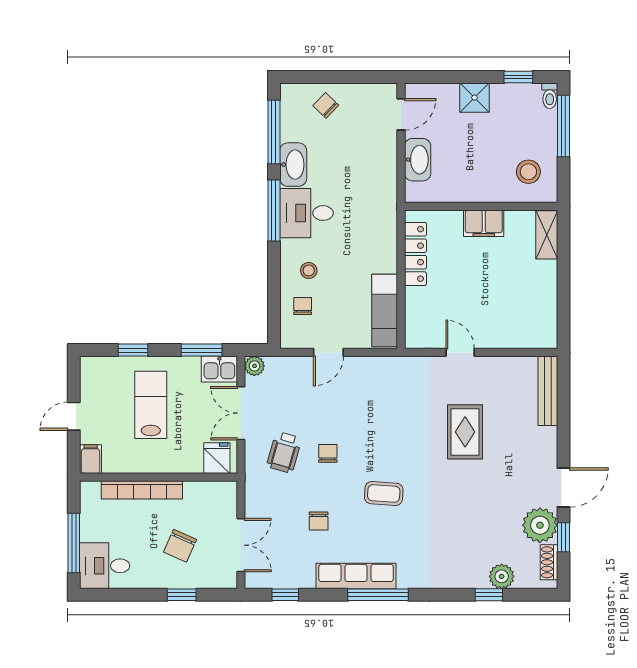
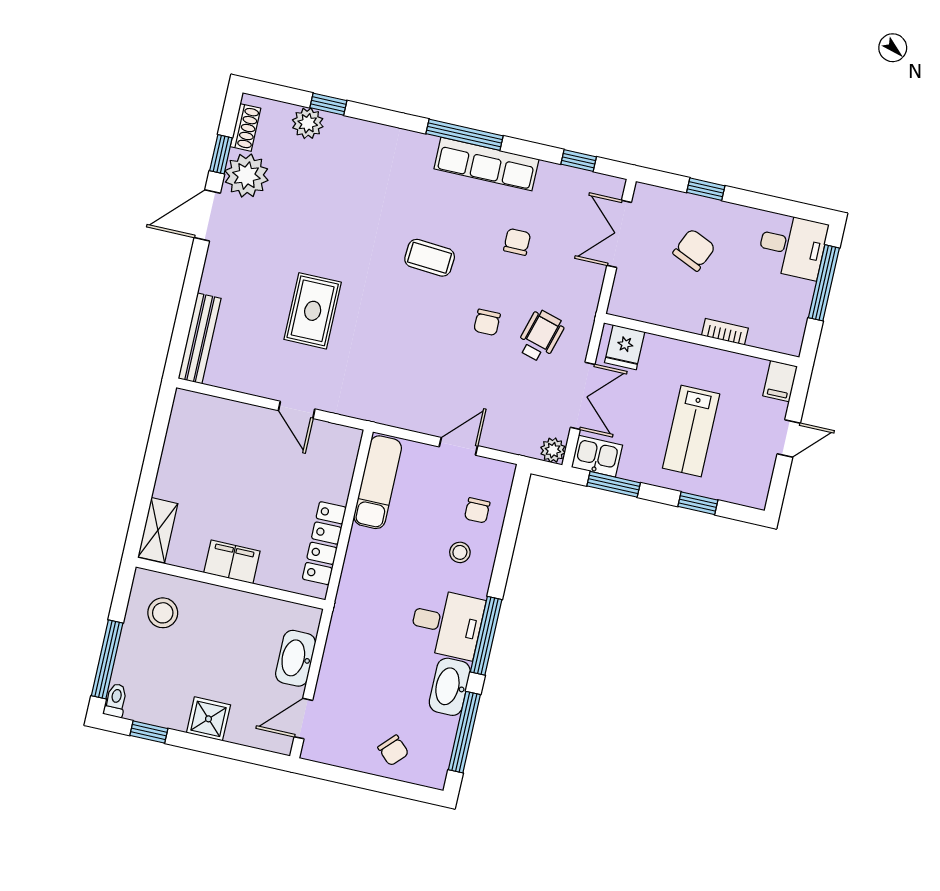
bookcase: (142, 490) -> (725, 332), width x0.43, depth x0.76

